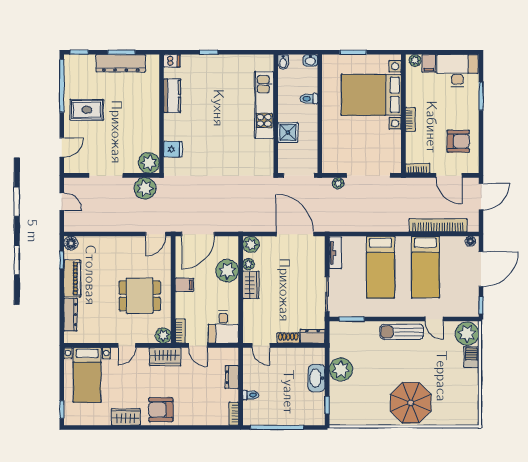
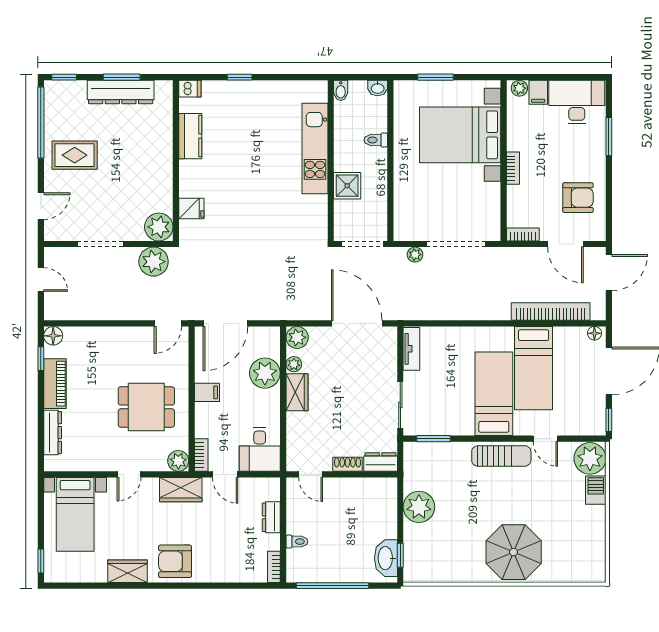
bed: (381, 267) -> (494, 394), moved, turned 180
sun lounger: (402, 332) -> (501, 456), turned 180
washbasin: (317, 378) -> (386, 558), moved

